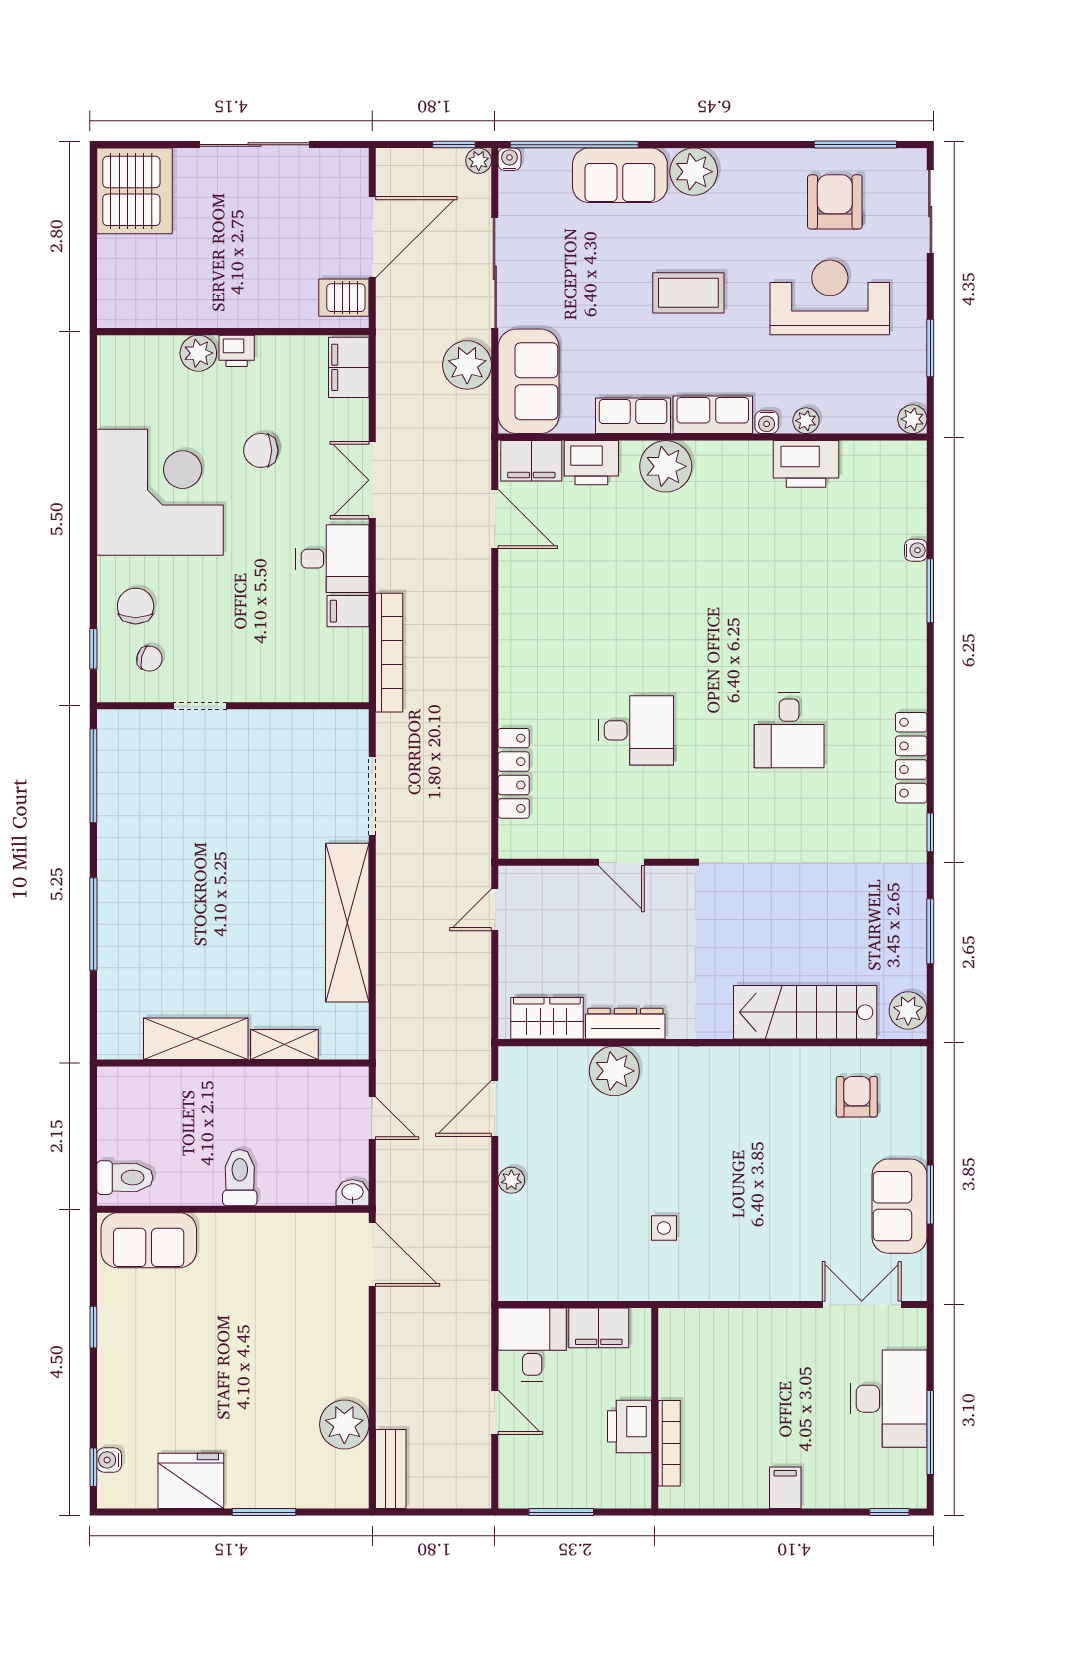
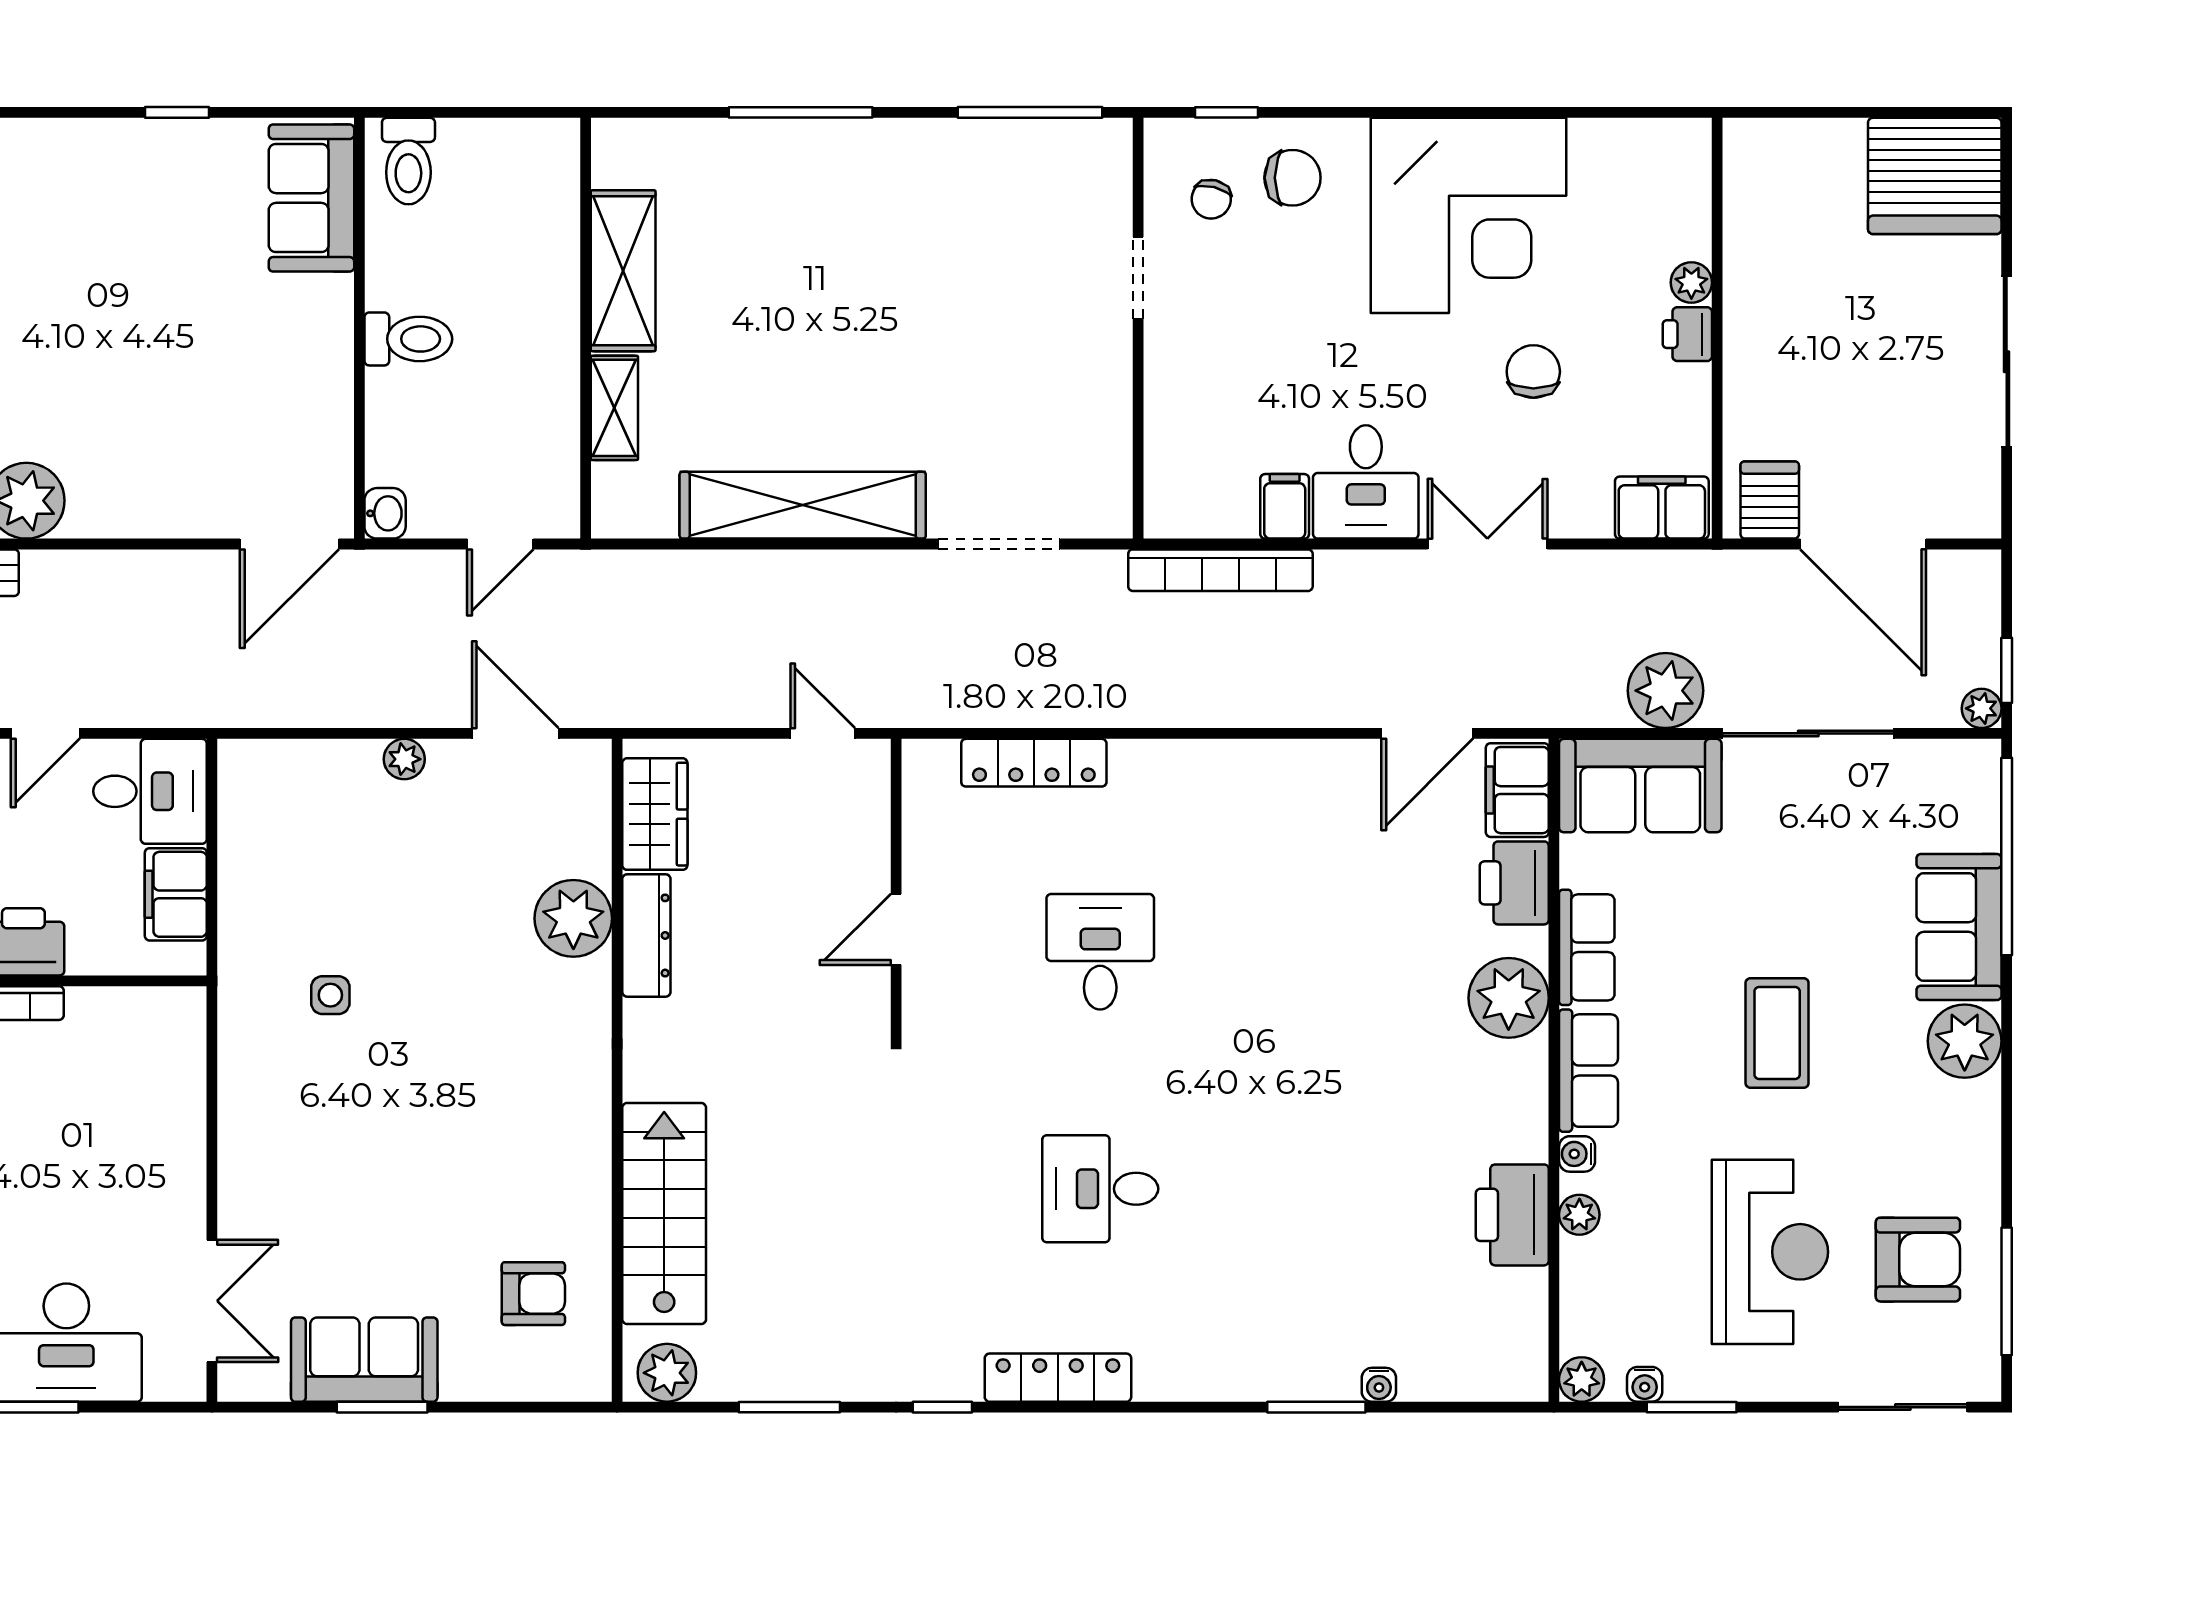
water cooler: (509, 159) -> (1645, 1384), moved, turned 90
plant: (198, 353) -> (1691, 282), width x0.73, depth x0.73
desk: (636, 730) -> (1100, 952), turned 180

